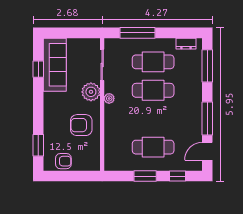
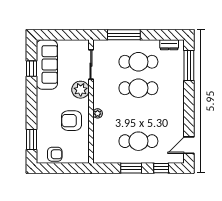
plant: (109, 98) -> (98, 113), moved
window: (207, 118) -> (189, 114), removed

